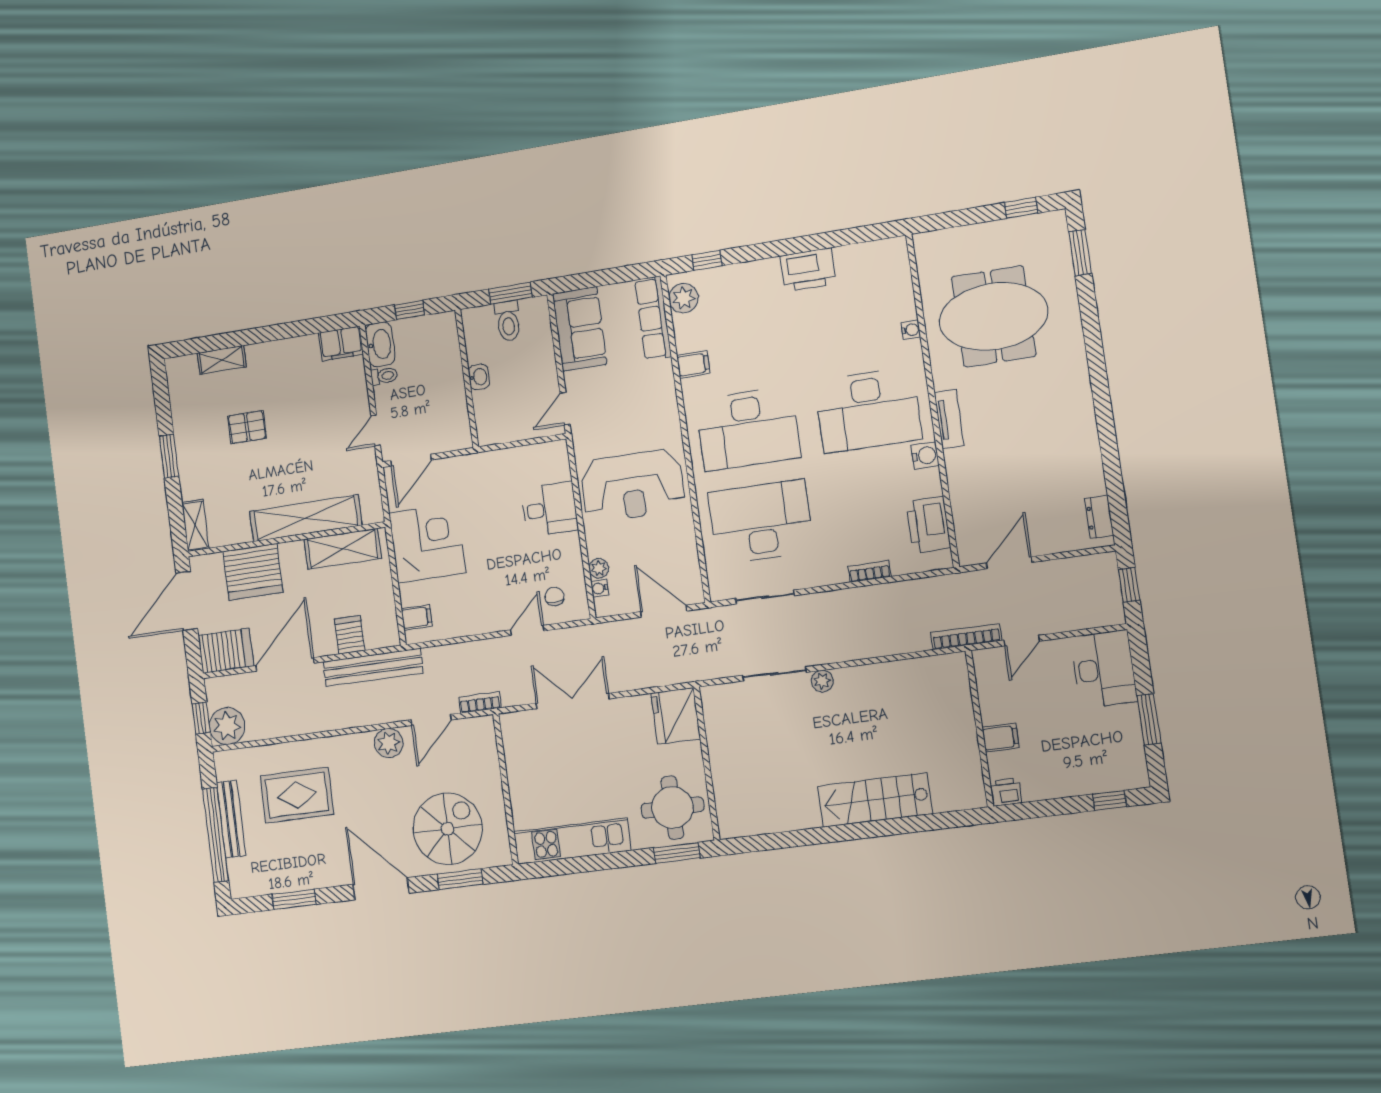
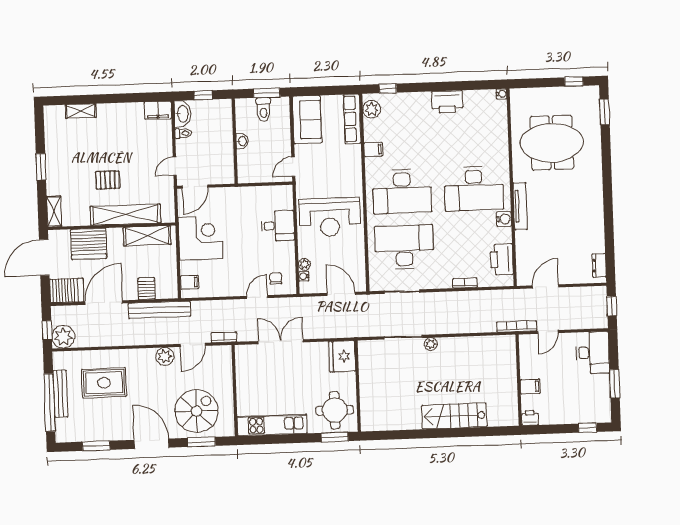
water cooler: (911, 330) -> (502, 94), moved
tv unit: (949, 419) -> (520, 206), width x1.41
pallet: (247, 427) -> (108, 180), moved

